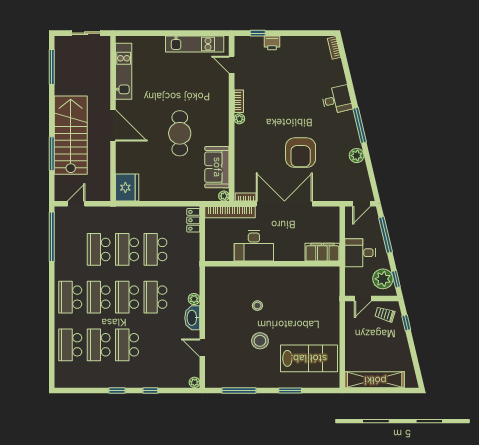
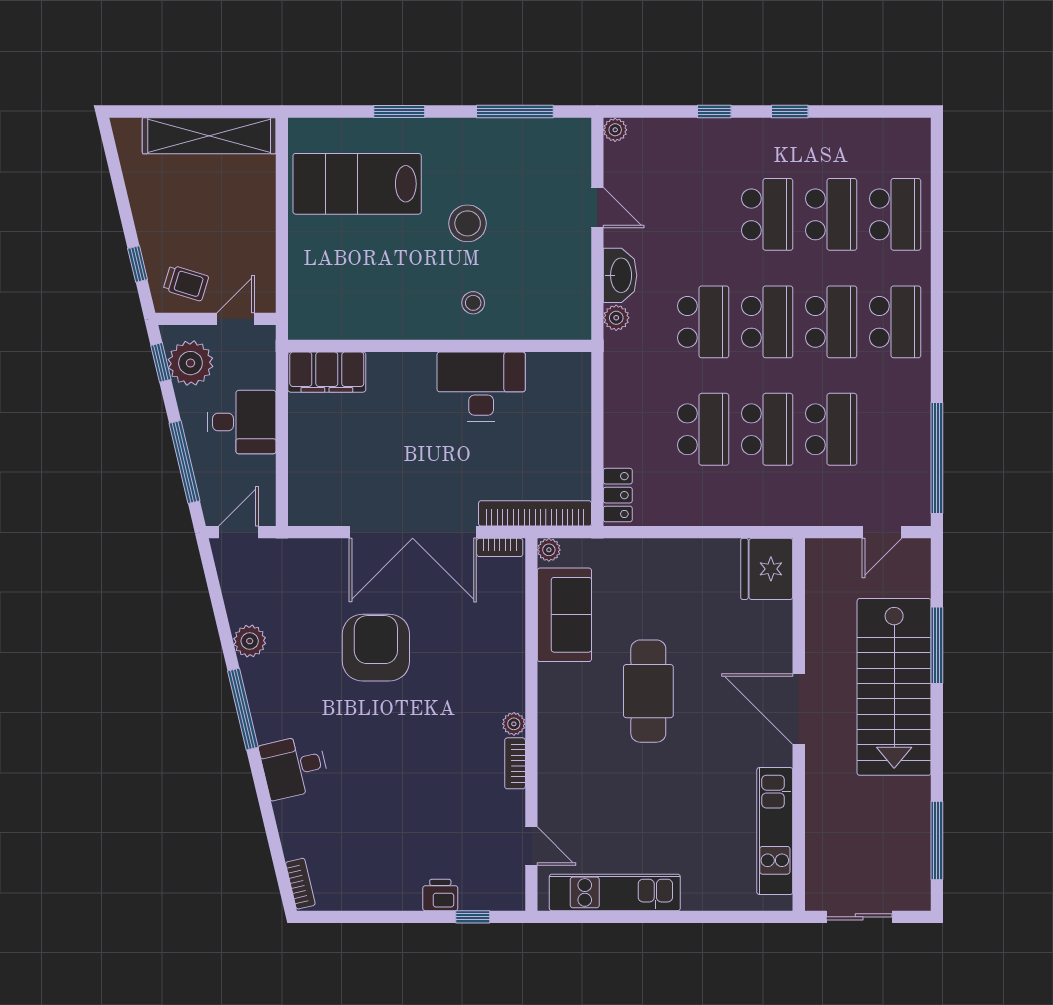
desk: (254, 246) -> (481, 386), moved
filing cabinet: (322, 252) -> (327, 372), moved
wall: (272, 264) -> (440, 346), moved

